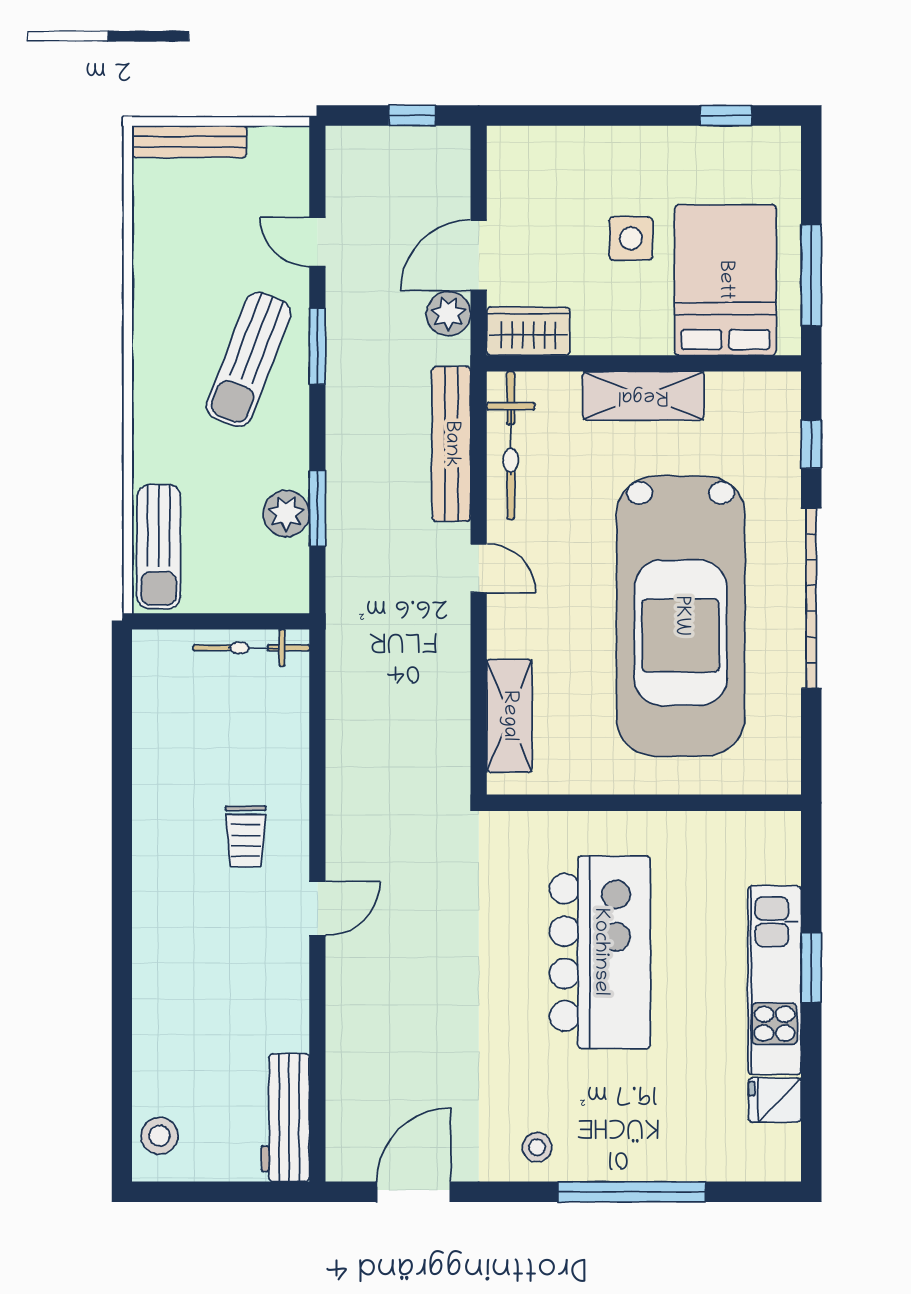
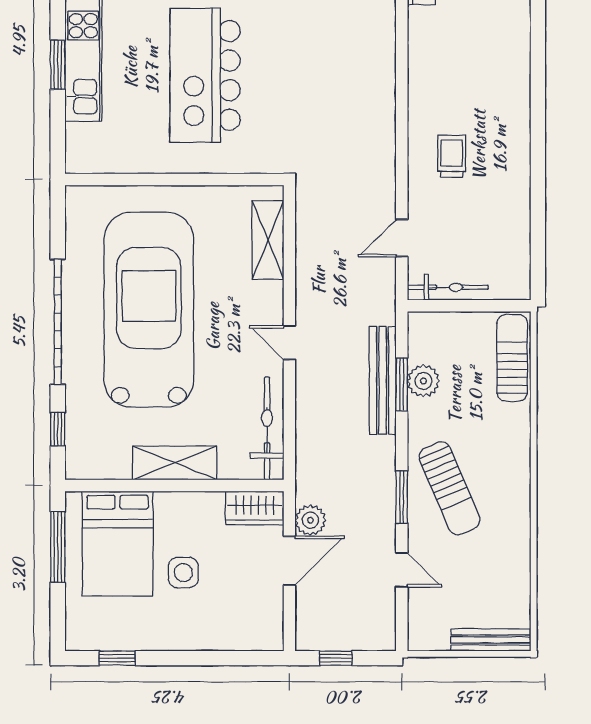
sun lounger: (249, 359) -> (450, 488), turned 136
bench: (451, 444) -> (383, 380), moved
door: (317, 909) -> (402, 238), moved

